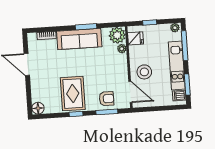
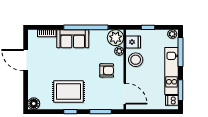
window: (86, 27) -> (86, 27), width x2.11
sofa: (79, 39) -> (73, 39), width x0.73
stool: (144, 72) -> (136, 60), moved
rug: (73, 94) -> (69, 92), turned 90
armchair: (107, 99) -> (107, 70), moved

